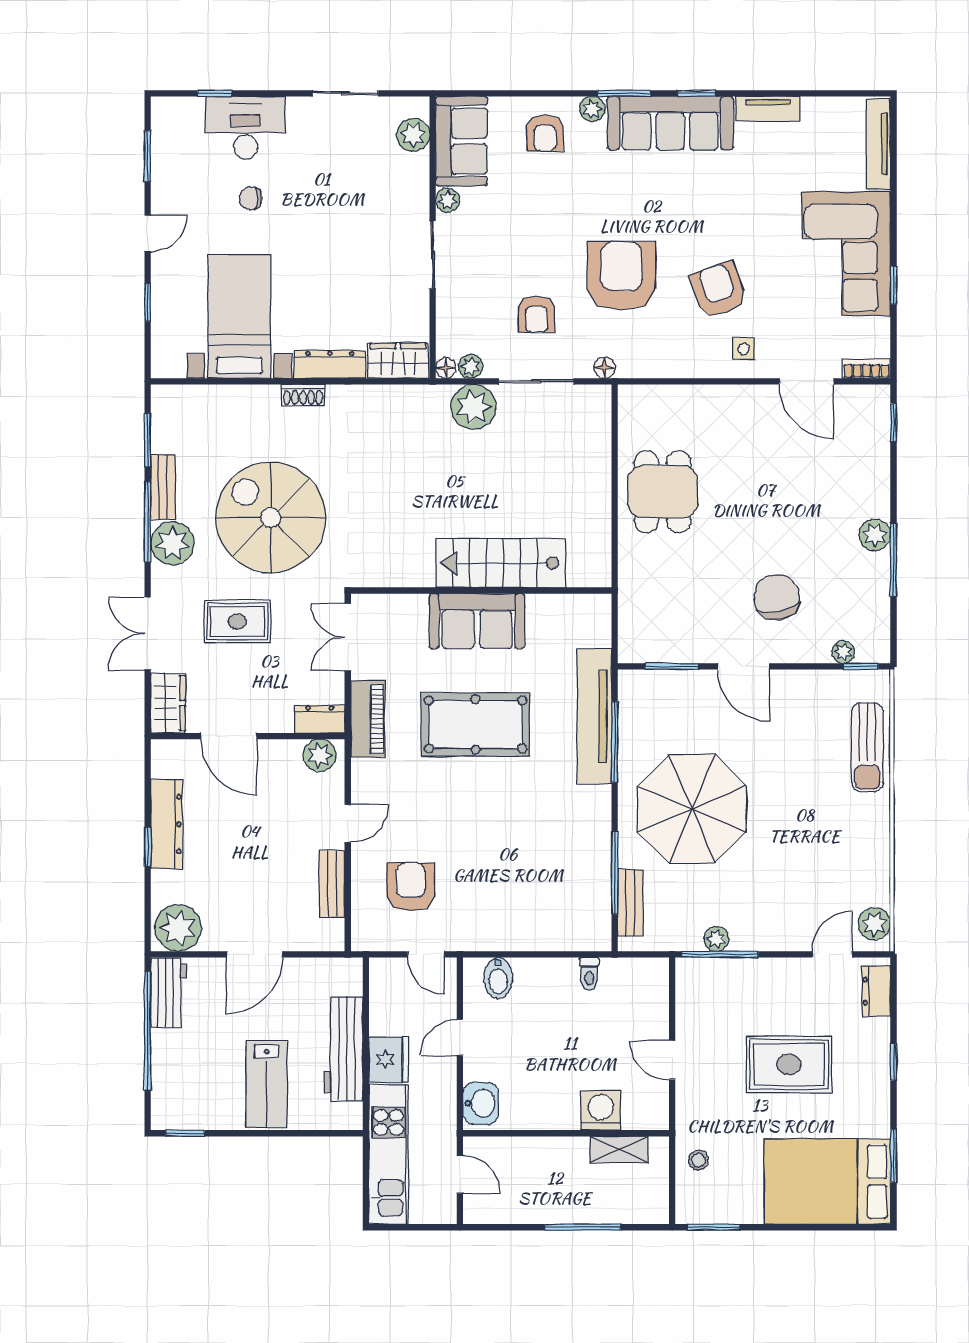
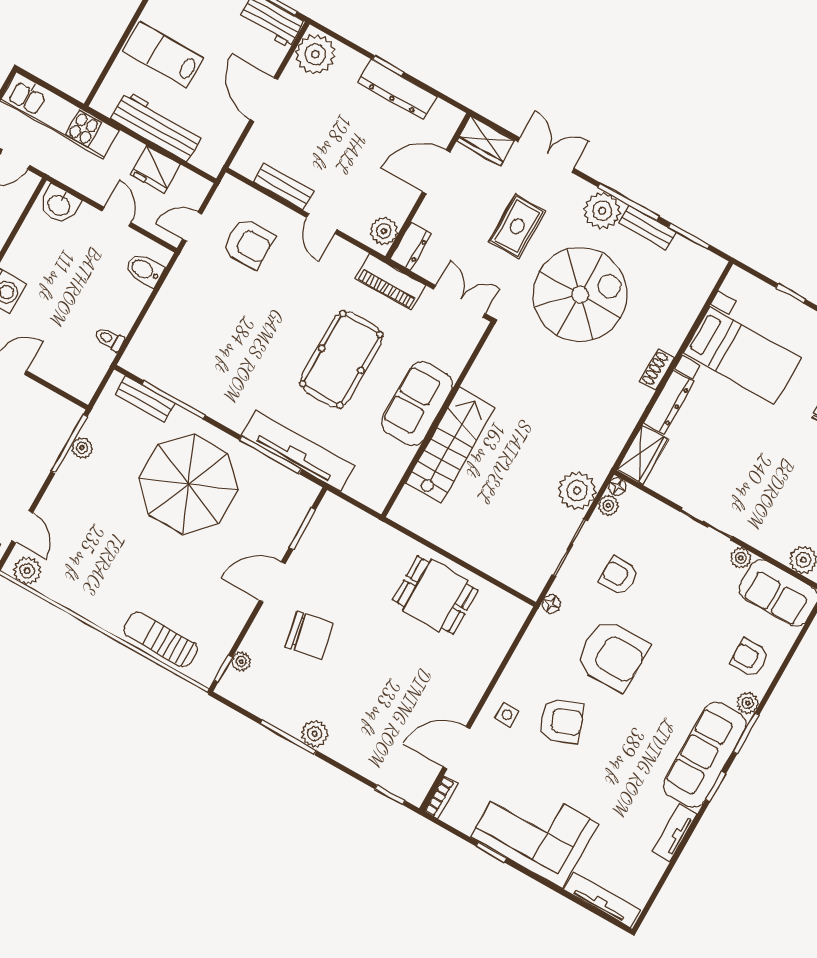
fridge: (389, 1060) -> (155, 169), moved

